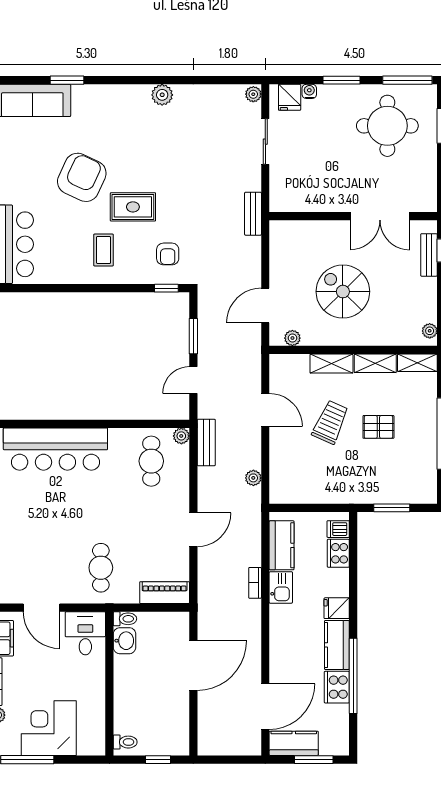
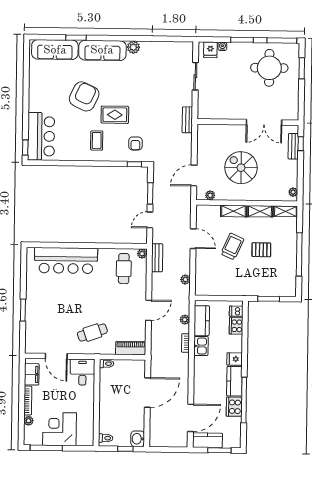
plant: (253, 94) -> (185, 320), moved
sofa: (111, 101) -> (102, 50), added
cafe table: (101, 568) -> (92, 333), turned 71
washbasin: (125, 641) -> (138, 439), moved, turned 180

